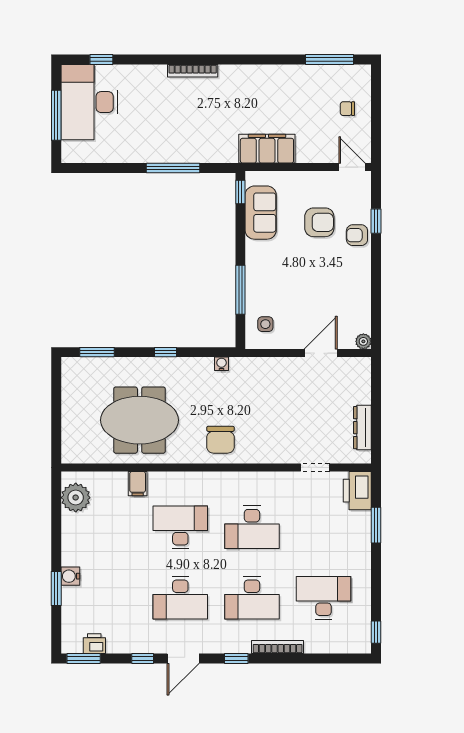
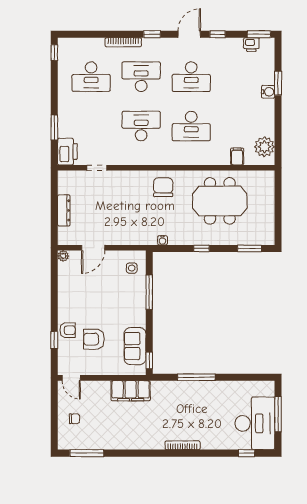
dresser: (362, 428) -> (64, 210), moved
filing cabinet: (138, 484) -> (237, 156), moved
desk: (180, 598) -> (191, 77), turned 180

